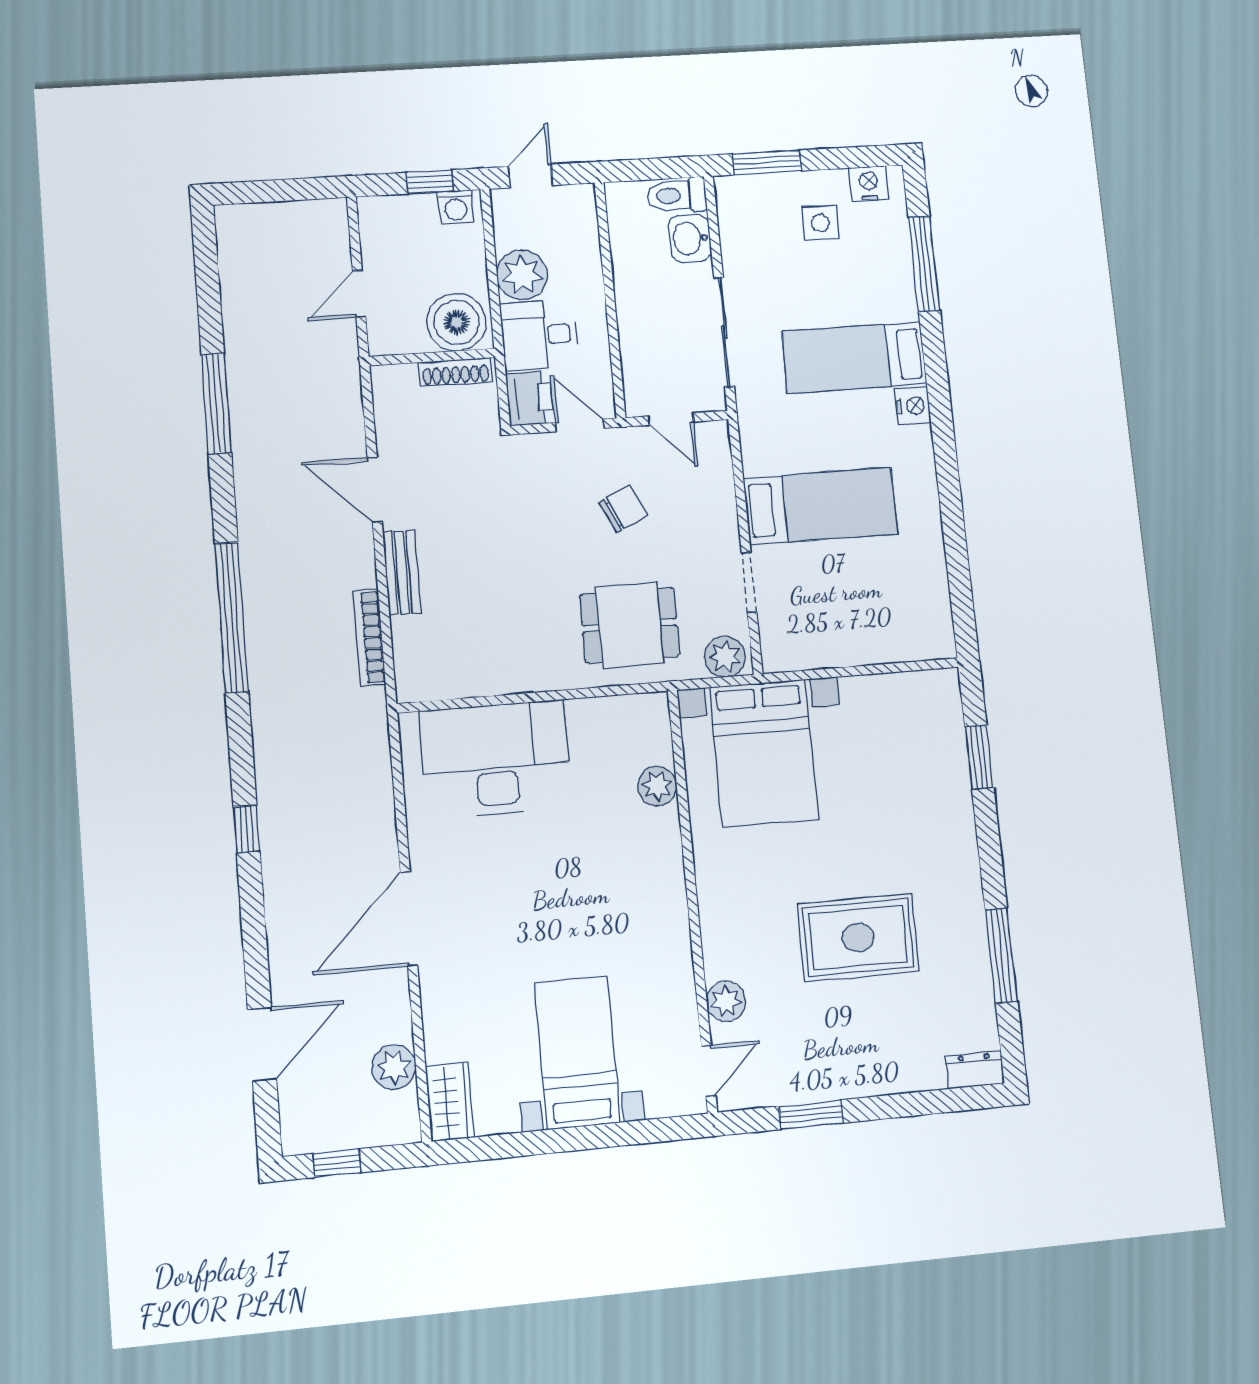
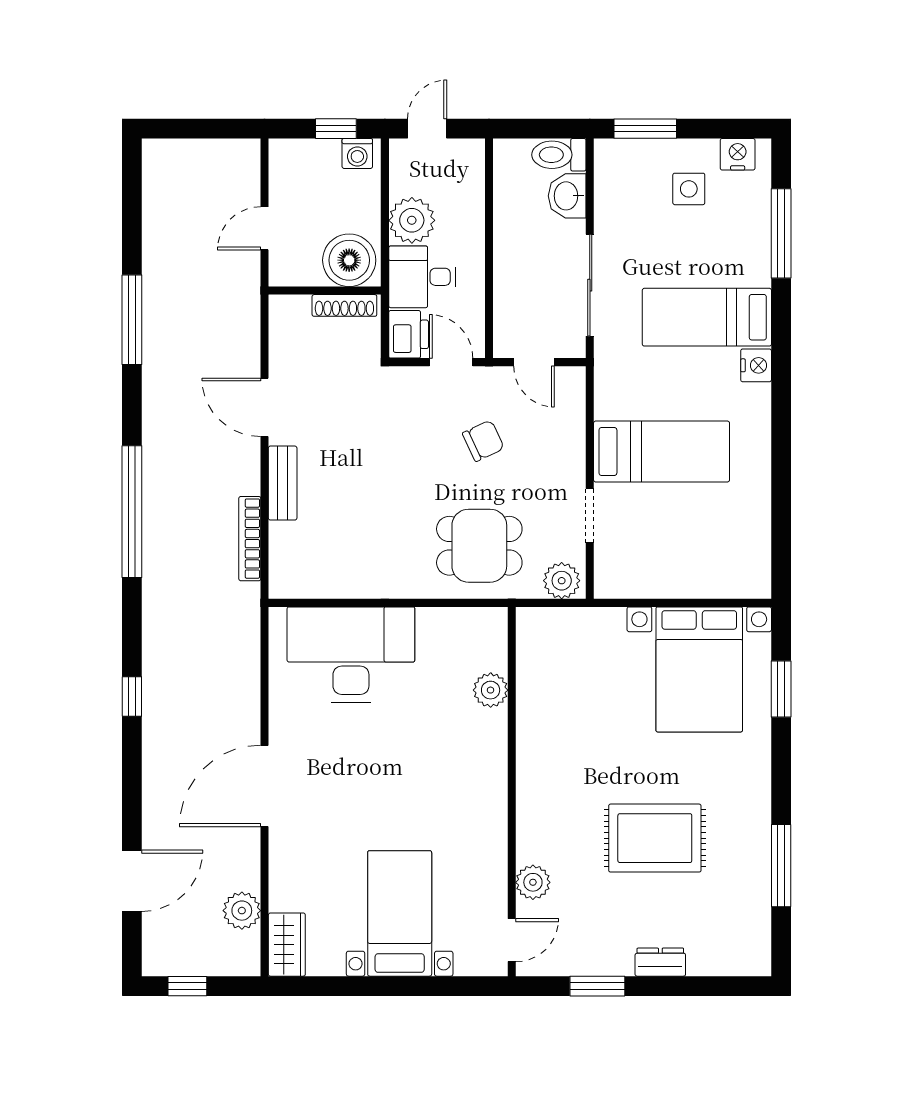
bed with nightstands: (764, 753) -> (699, 669), moved
dresser: (975, 1070) -> (660, 962), moved

